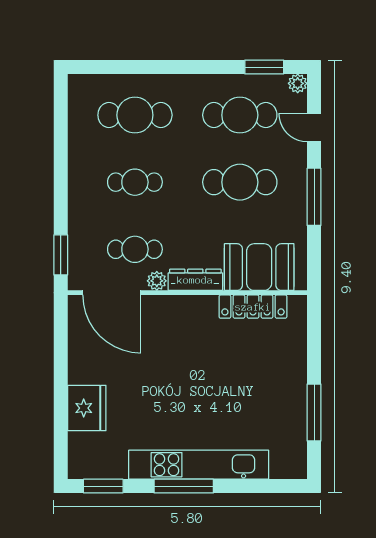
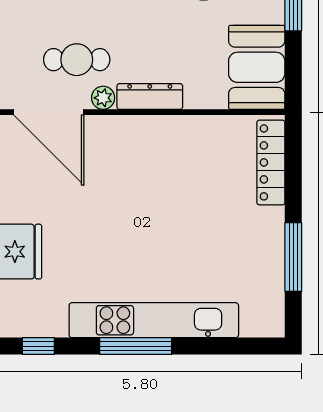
booth: (259, 267) -> (257, 67), moved, turned 90
locker: (253, 307) -> (271, 162), moved, turned 90
window: (103, 486) -> (38, 346), width x0.67

